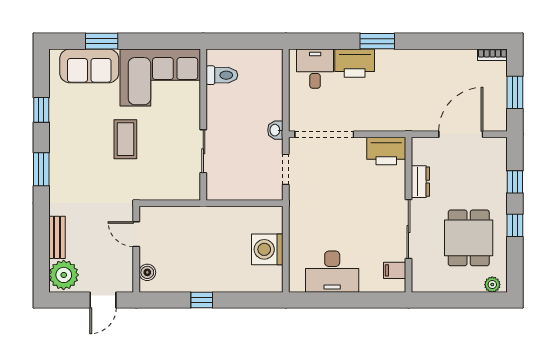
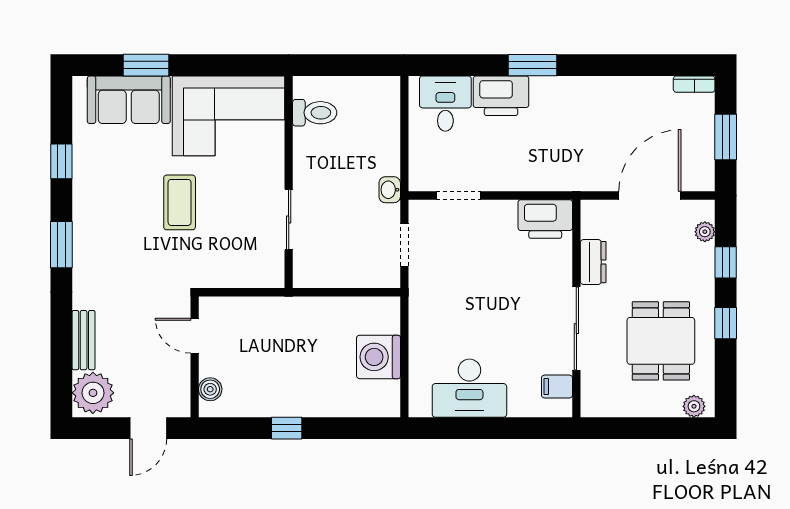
doorway: (324, 134) -> (458, 195), width x0.53
plant: (500, 160) -> (705, 232), added

